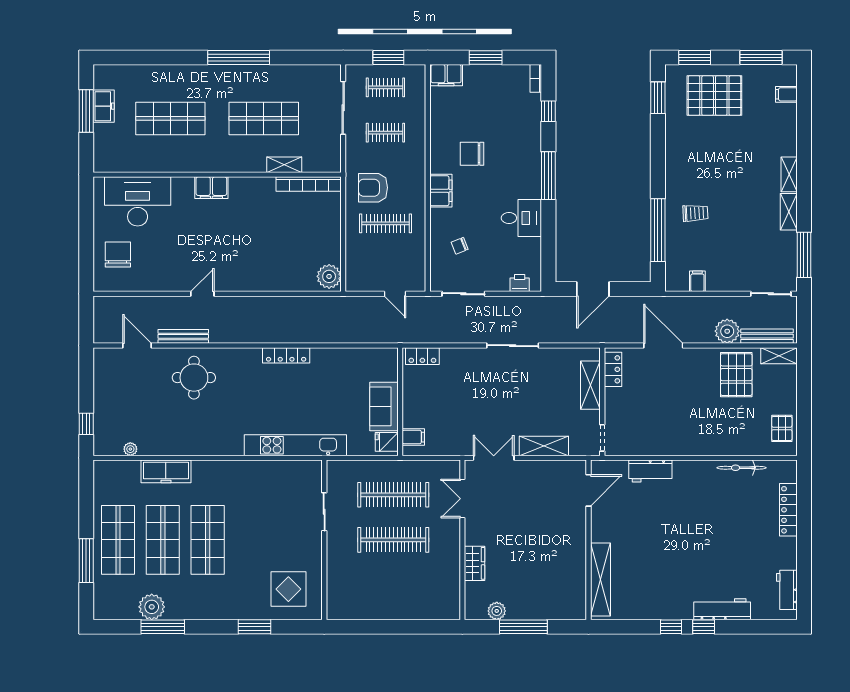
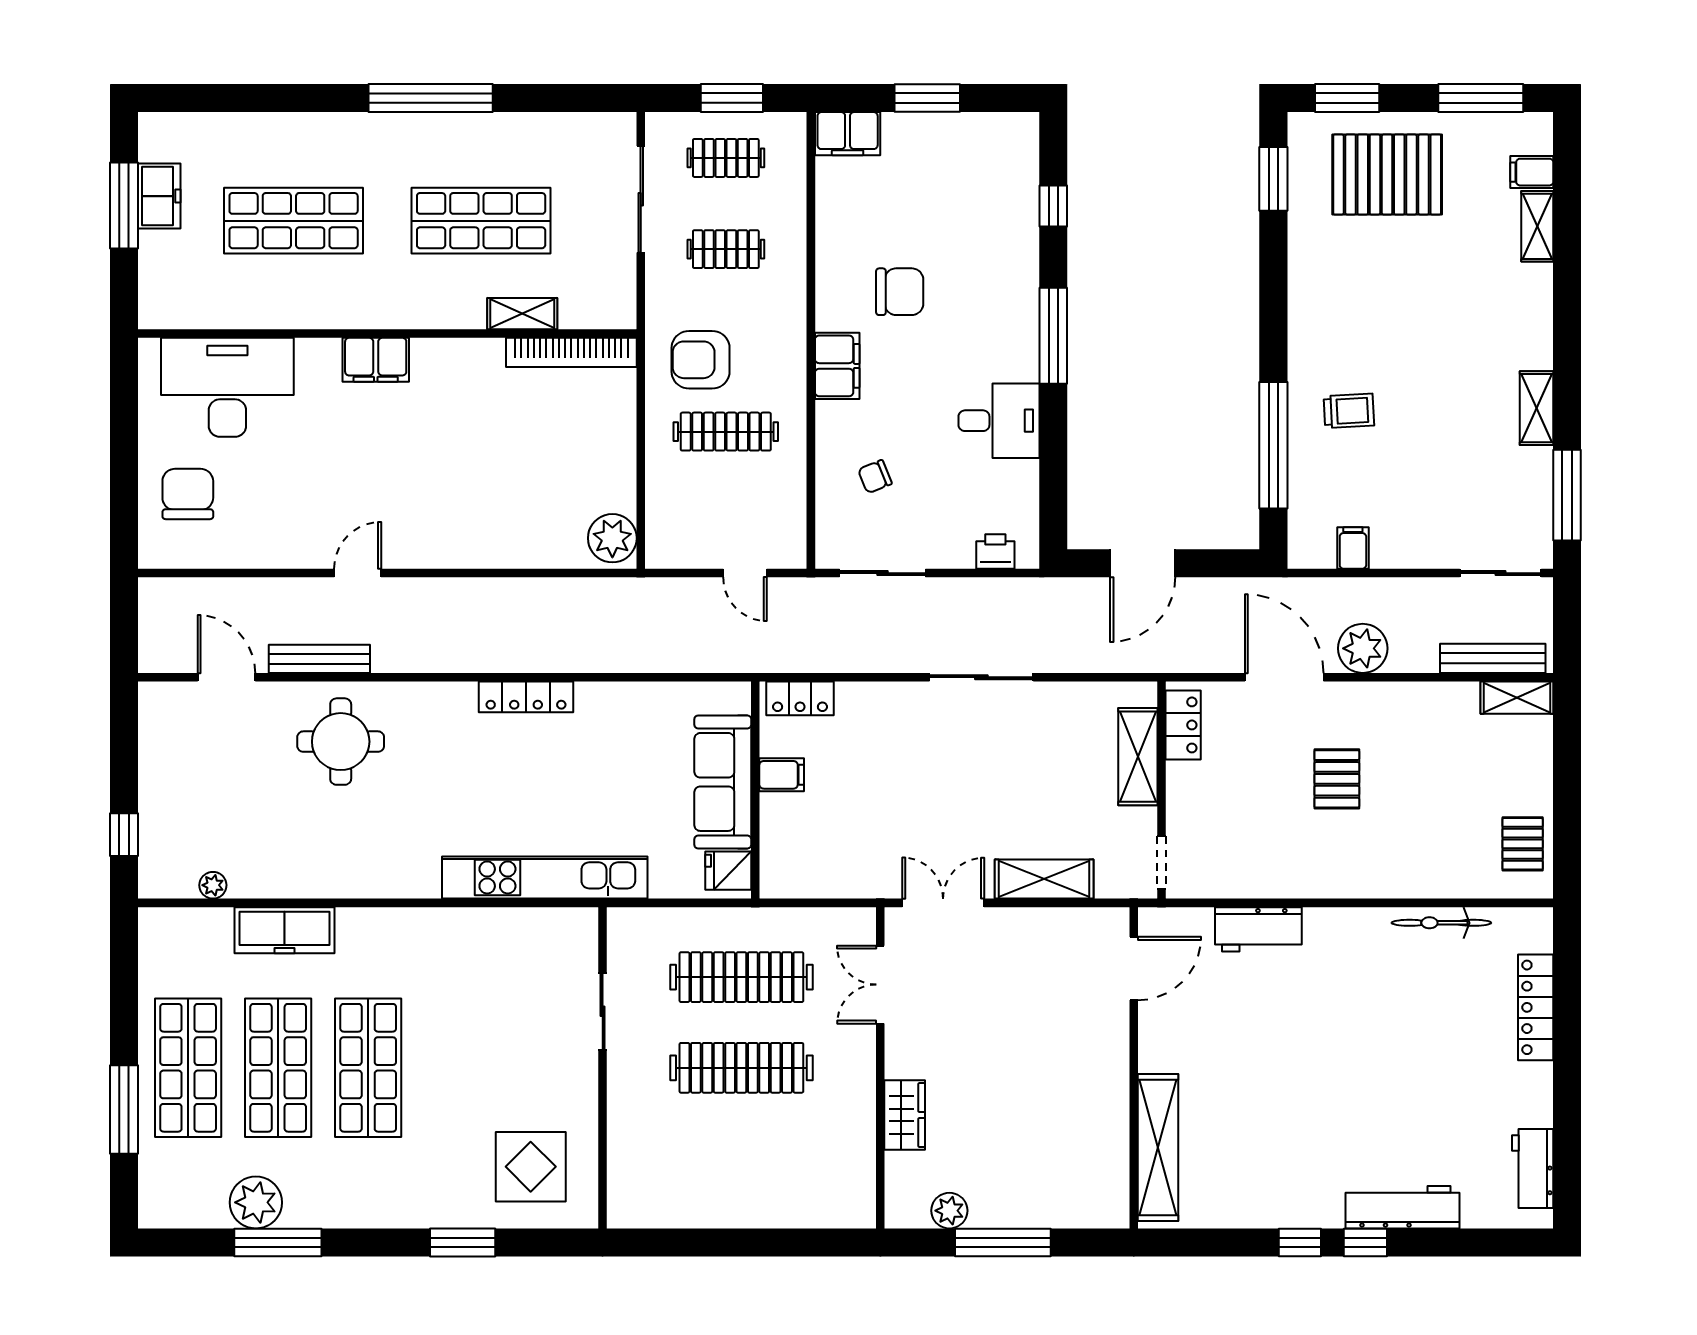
bookcase: (536, 78) -> (1028, 140), removed
chair: (472, 154) -> (900, 292), turned 180
shelving: (789, 174) -> (1537, 226), moved
plant: (727, 331) -> (1363, 648), moved
pallet: (736, 375) -> (1337, 779), moved, width x0.67, depth x0.71
sofa: (384, 406) -> (723, 782), width x1.36
filing cabinet: (413, 437) -> (782, 775), moved

